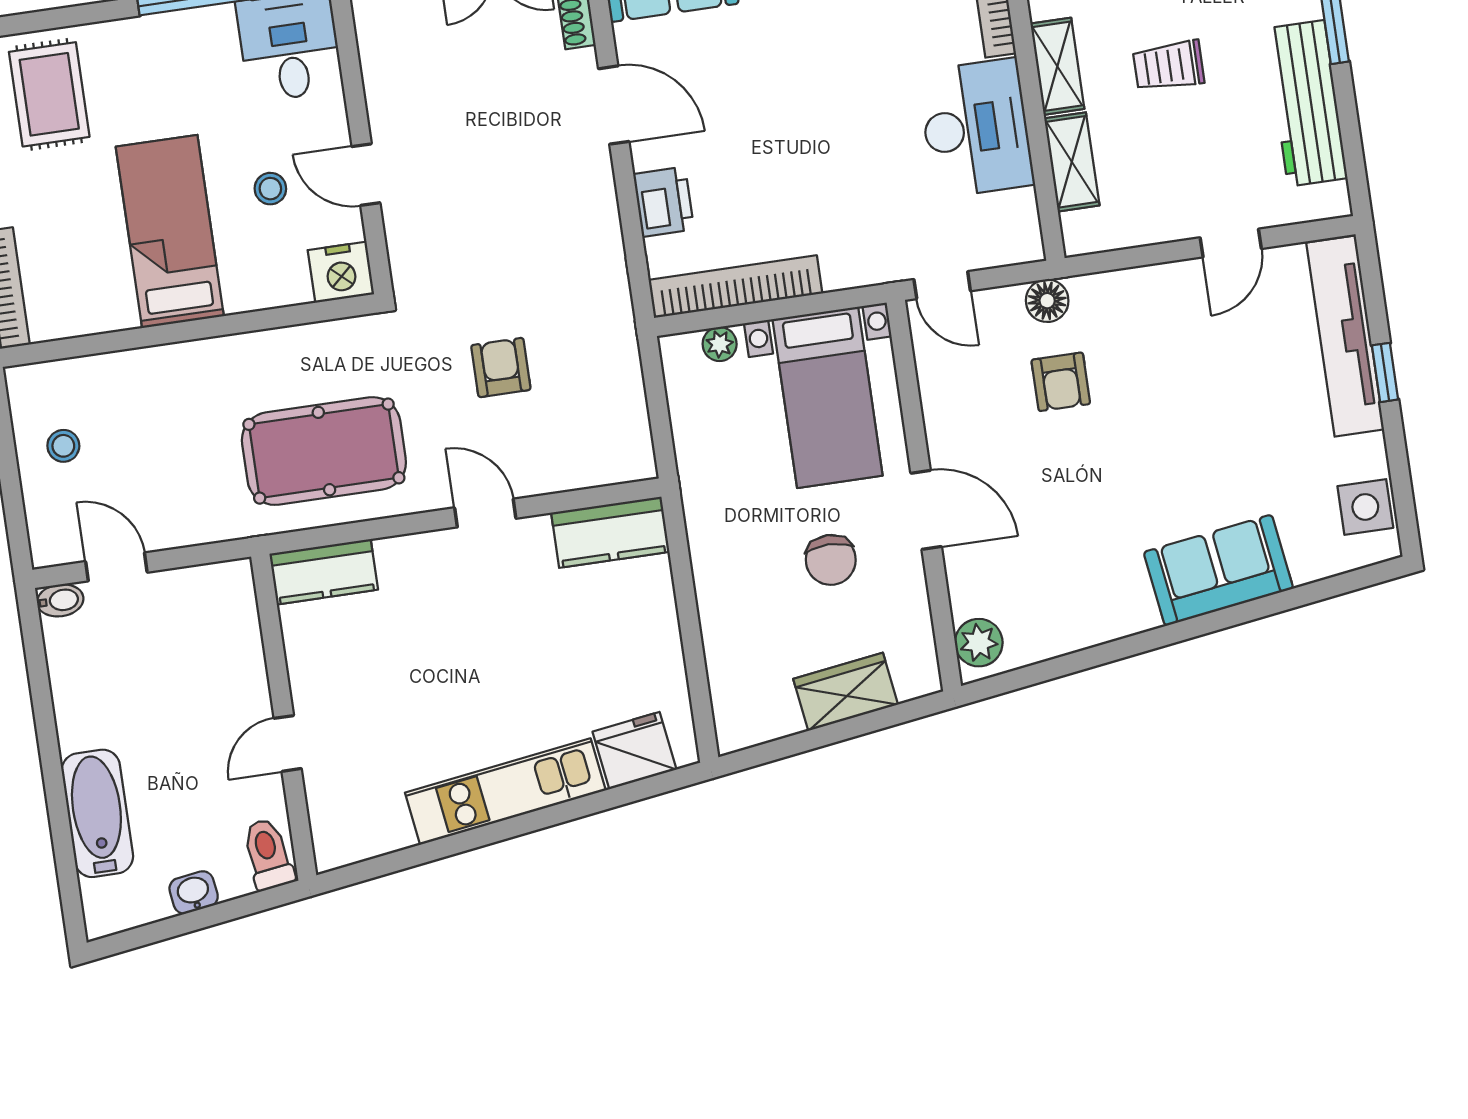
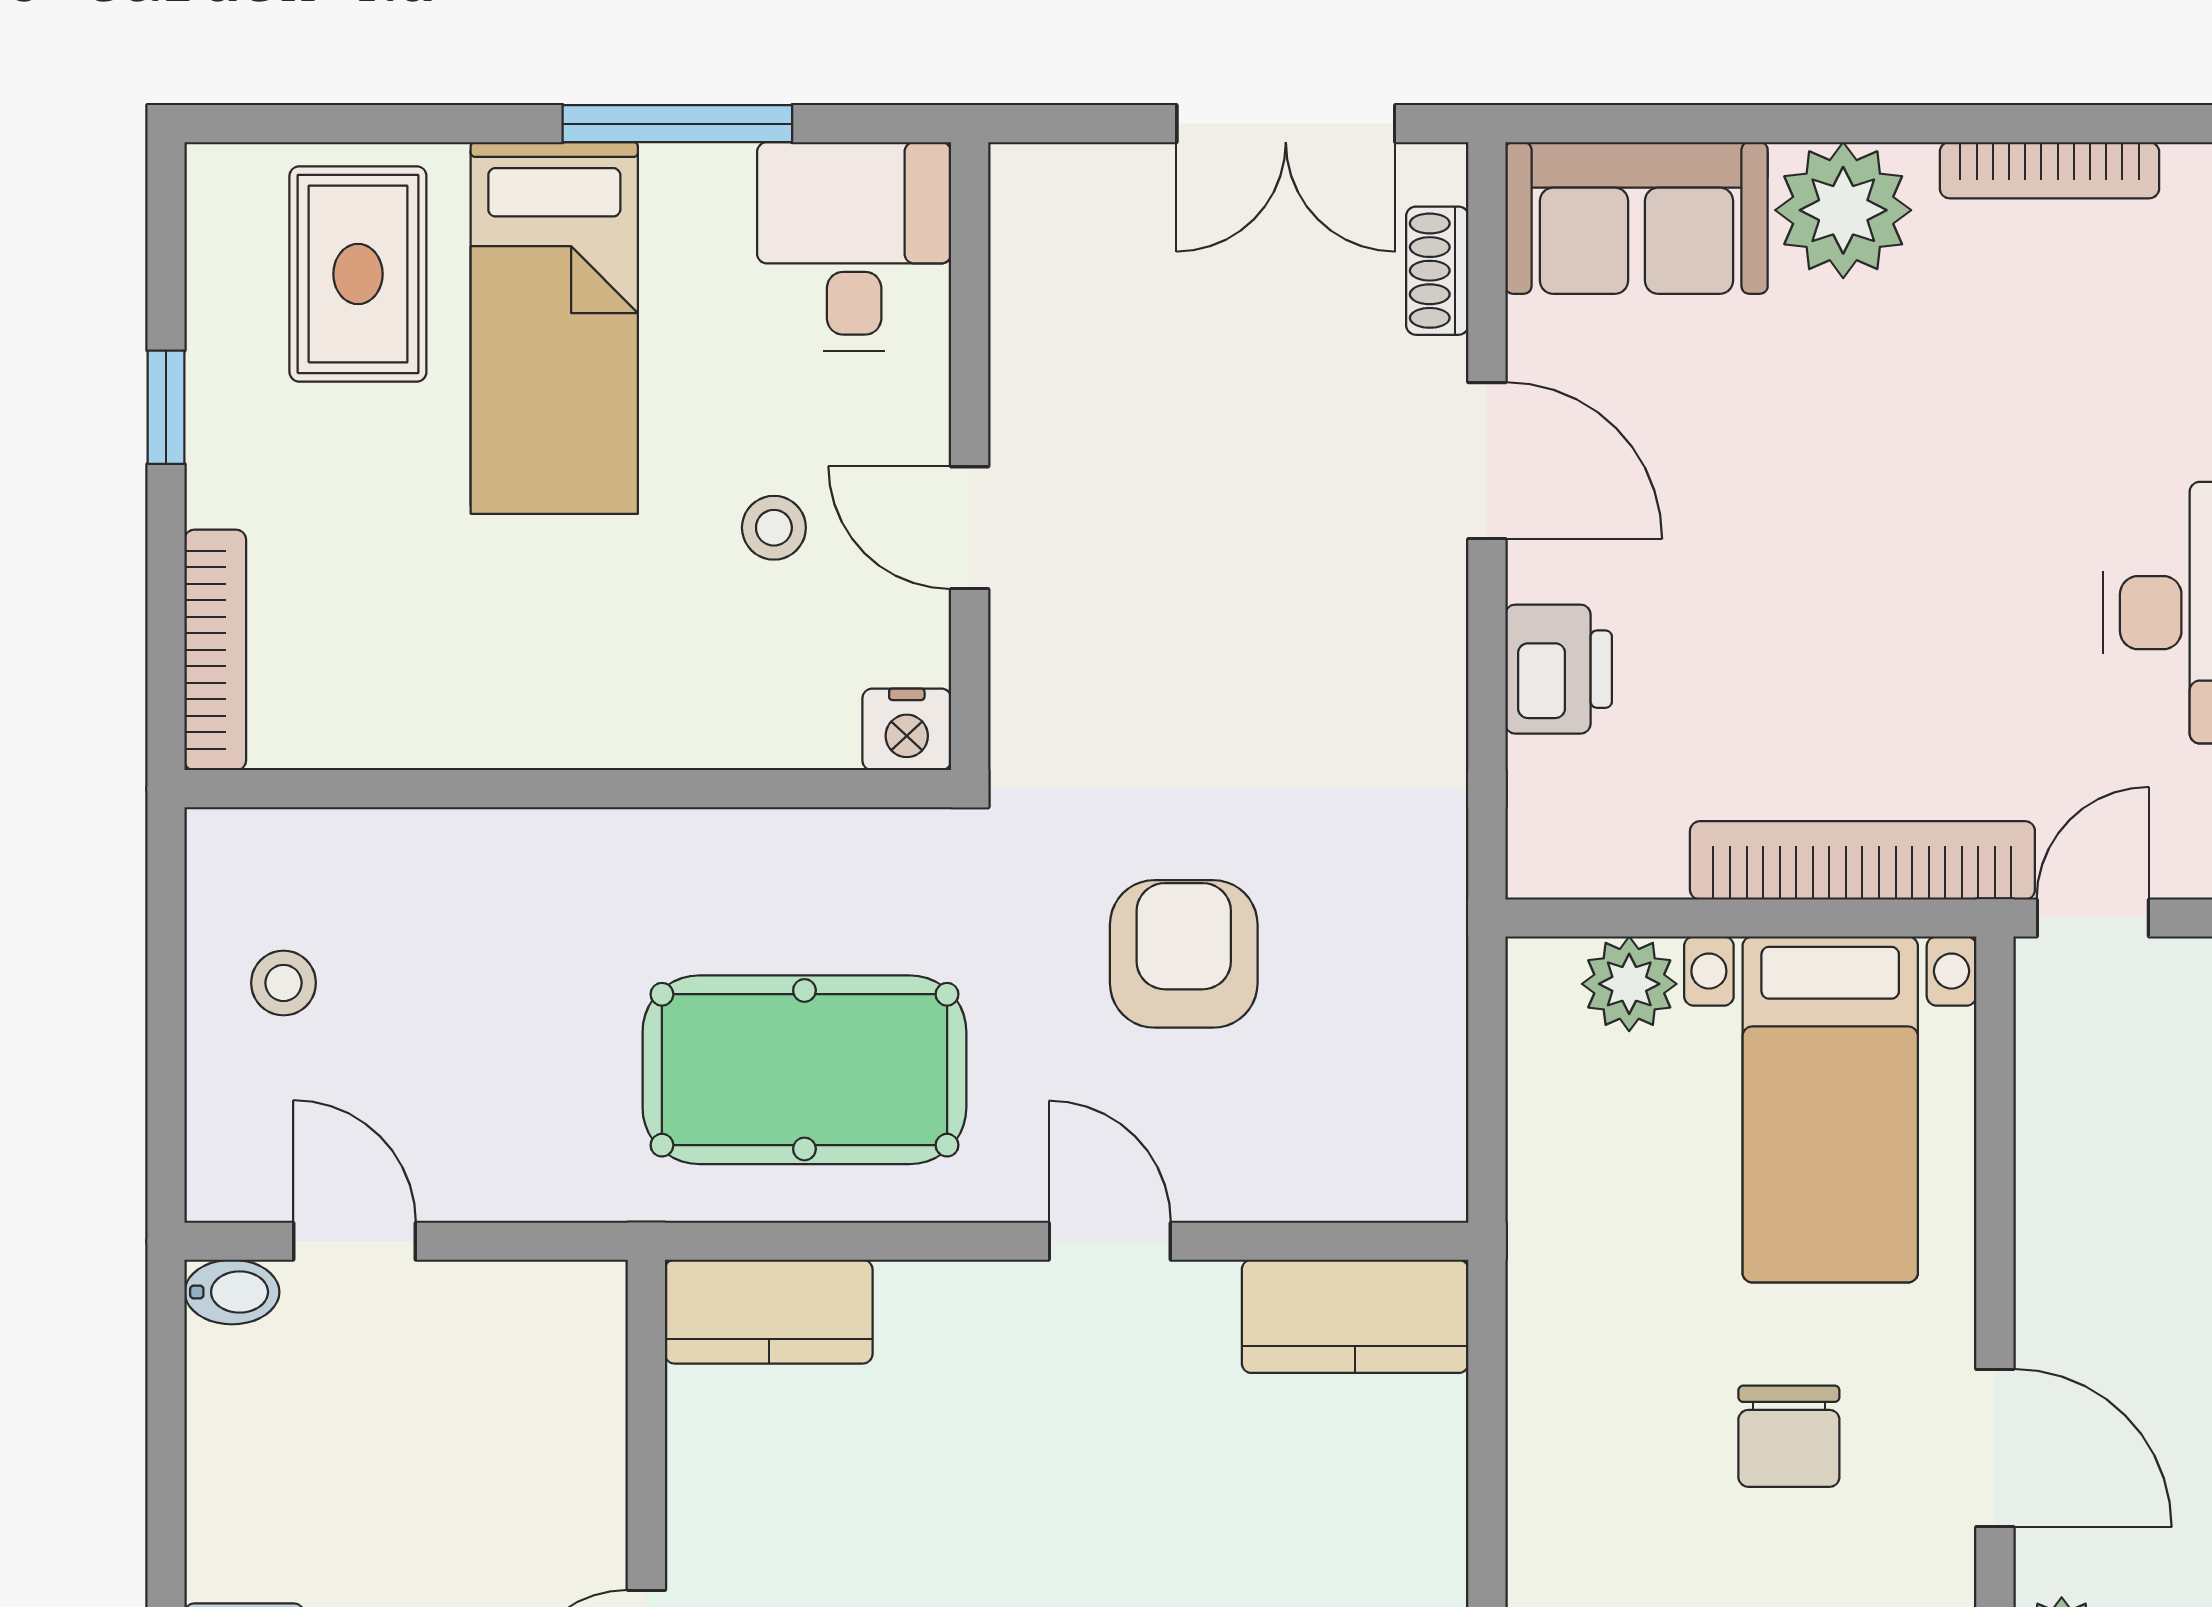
bed: (170, 231) -> (554, 328), moved, turned 180
nightstand: (341, 272) -> (907, 729), width x0.74, depth x0.75
door: (942, 285) -> (2093, 918), swing flipped
bookcase: (735, 287) -> (1862, 860), moved
plant: (720, 344) -> (1629, 984), width x1.38, depth x1.38
armchair: (501, 367) -> (1184, 954), width x1.38, depth x1.38
door: (926, 510) -> (1995, 1448), moved

